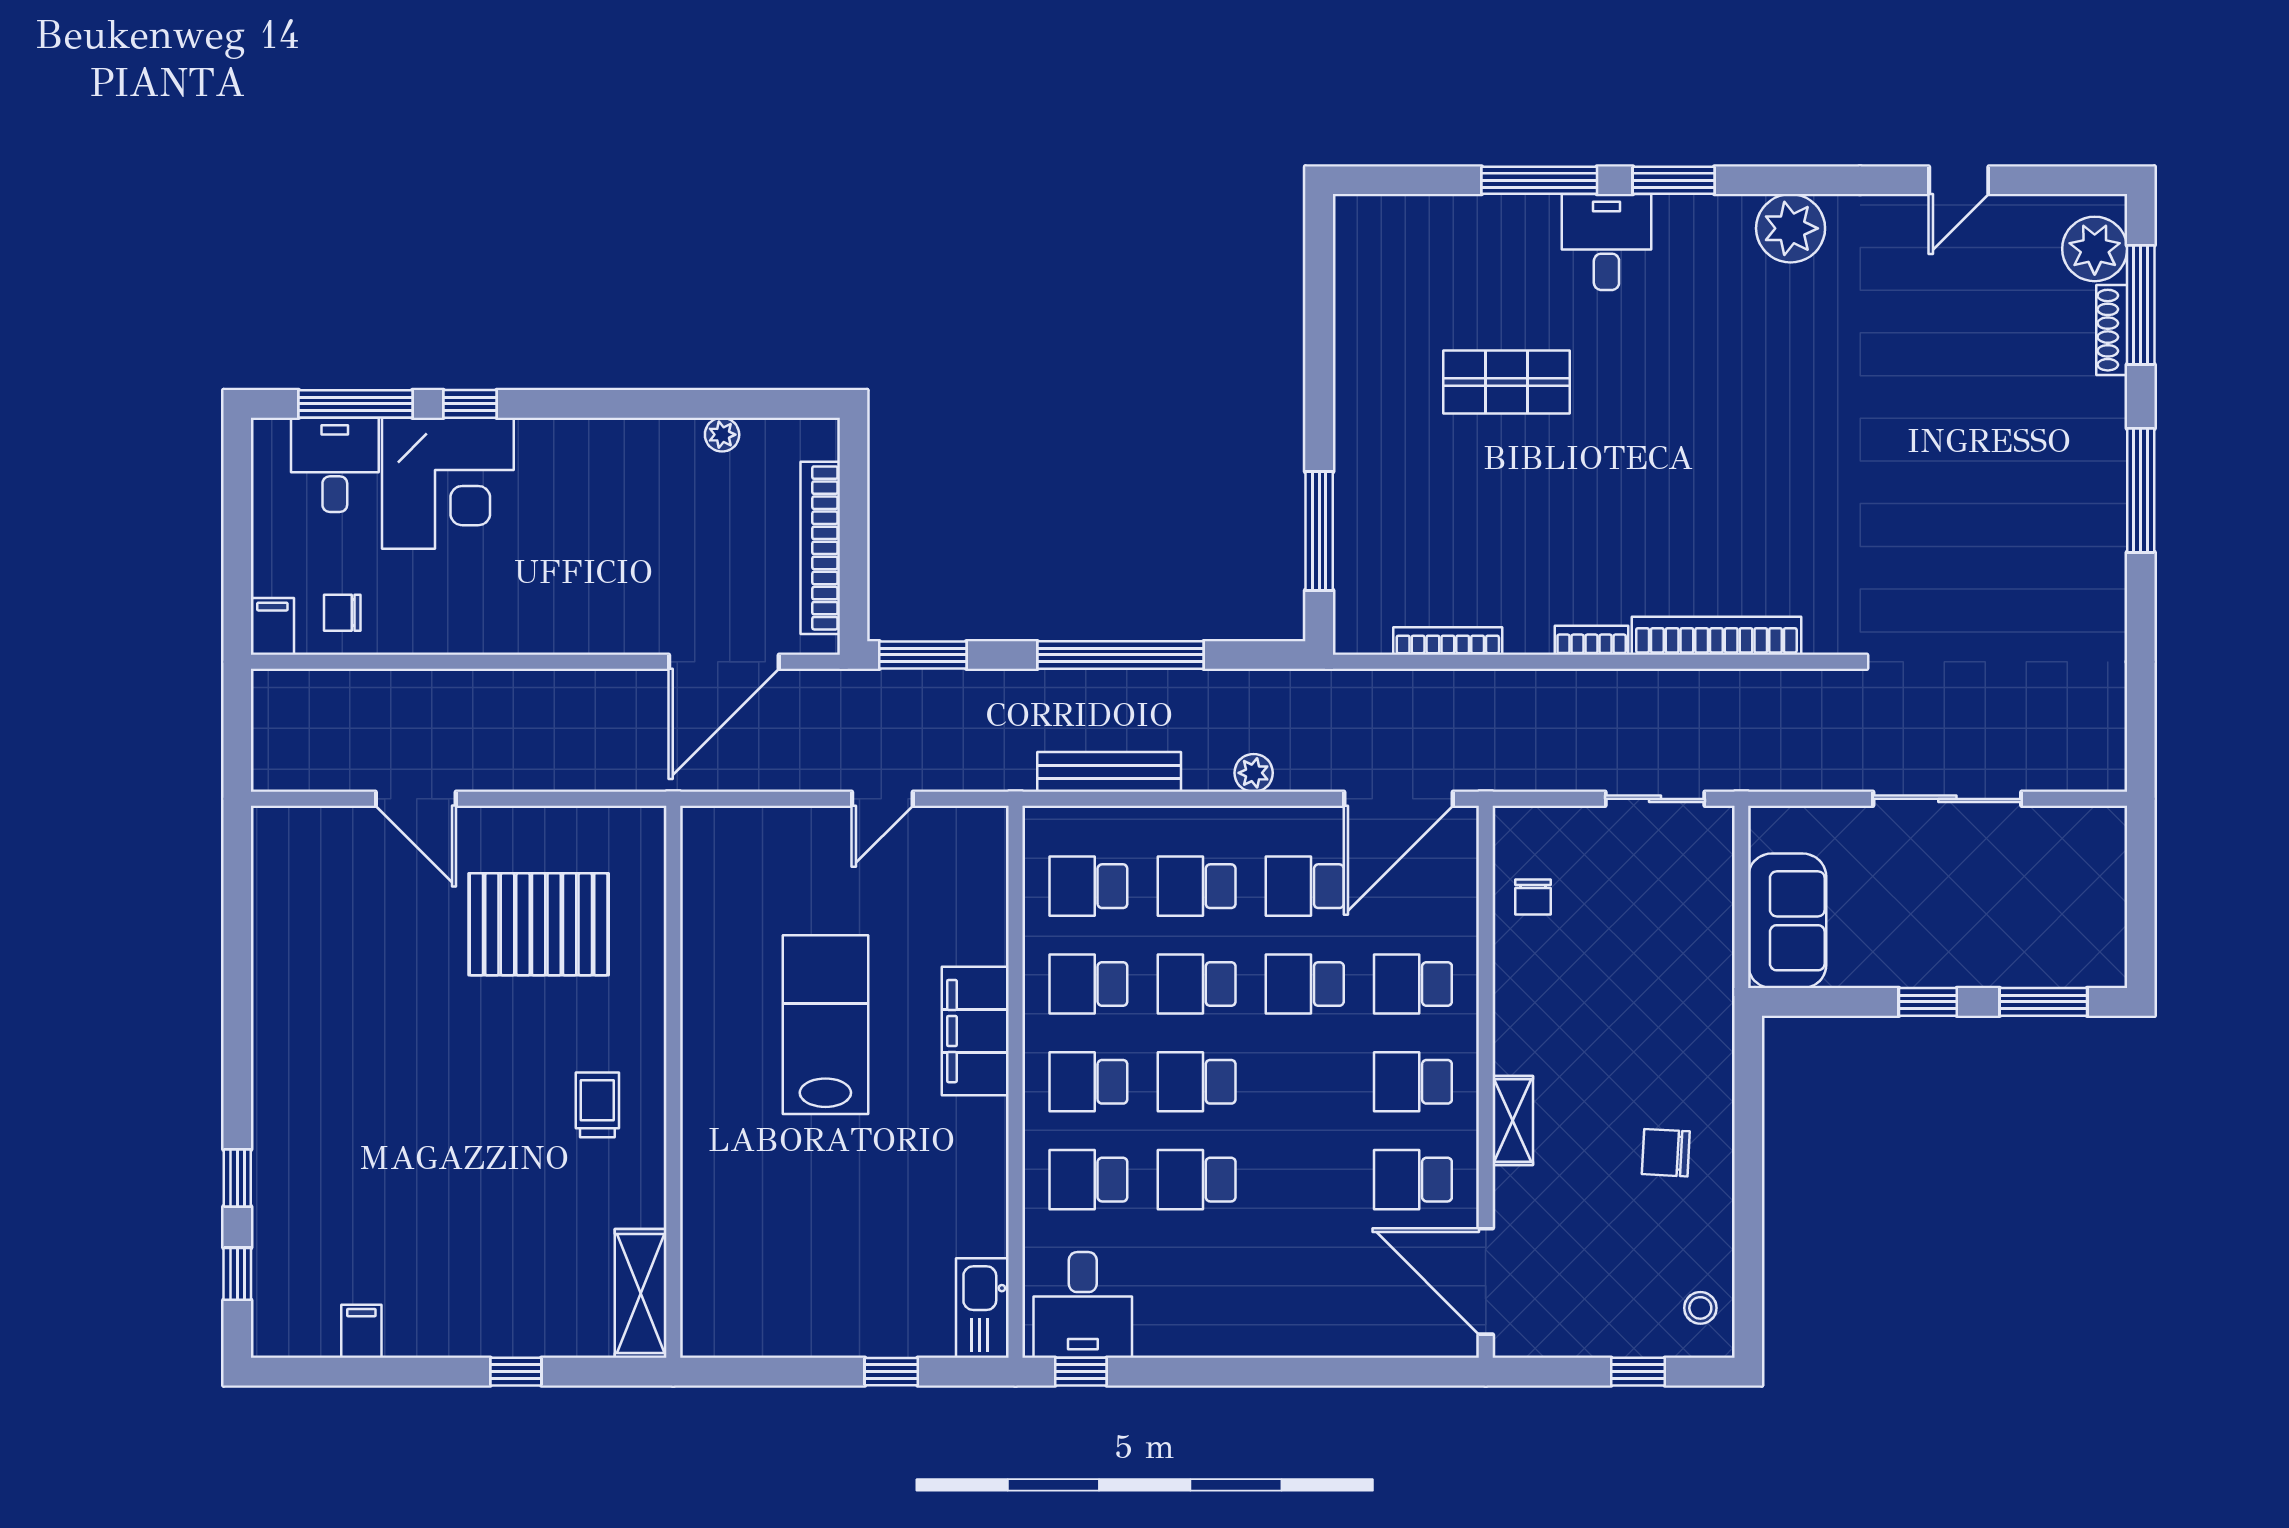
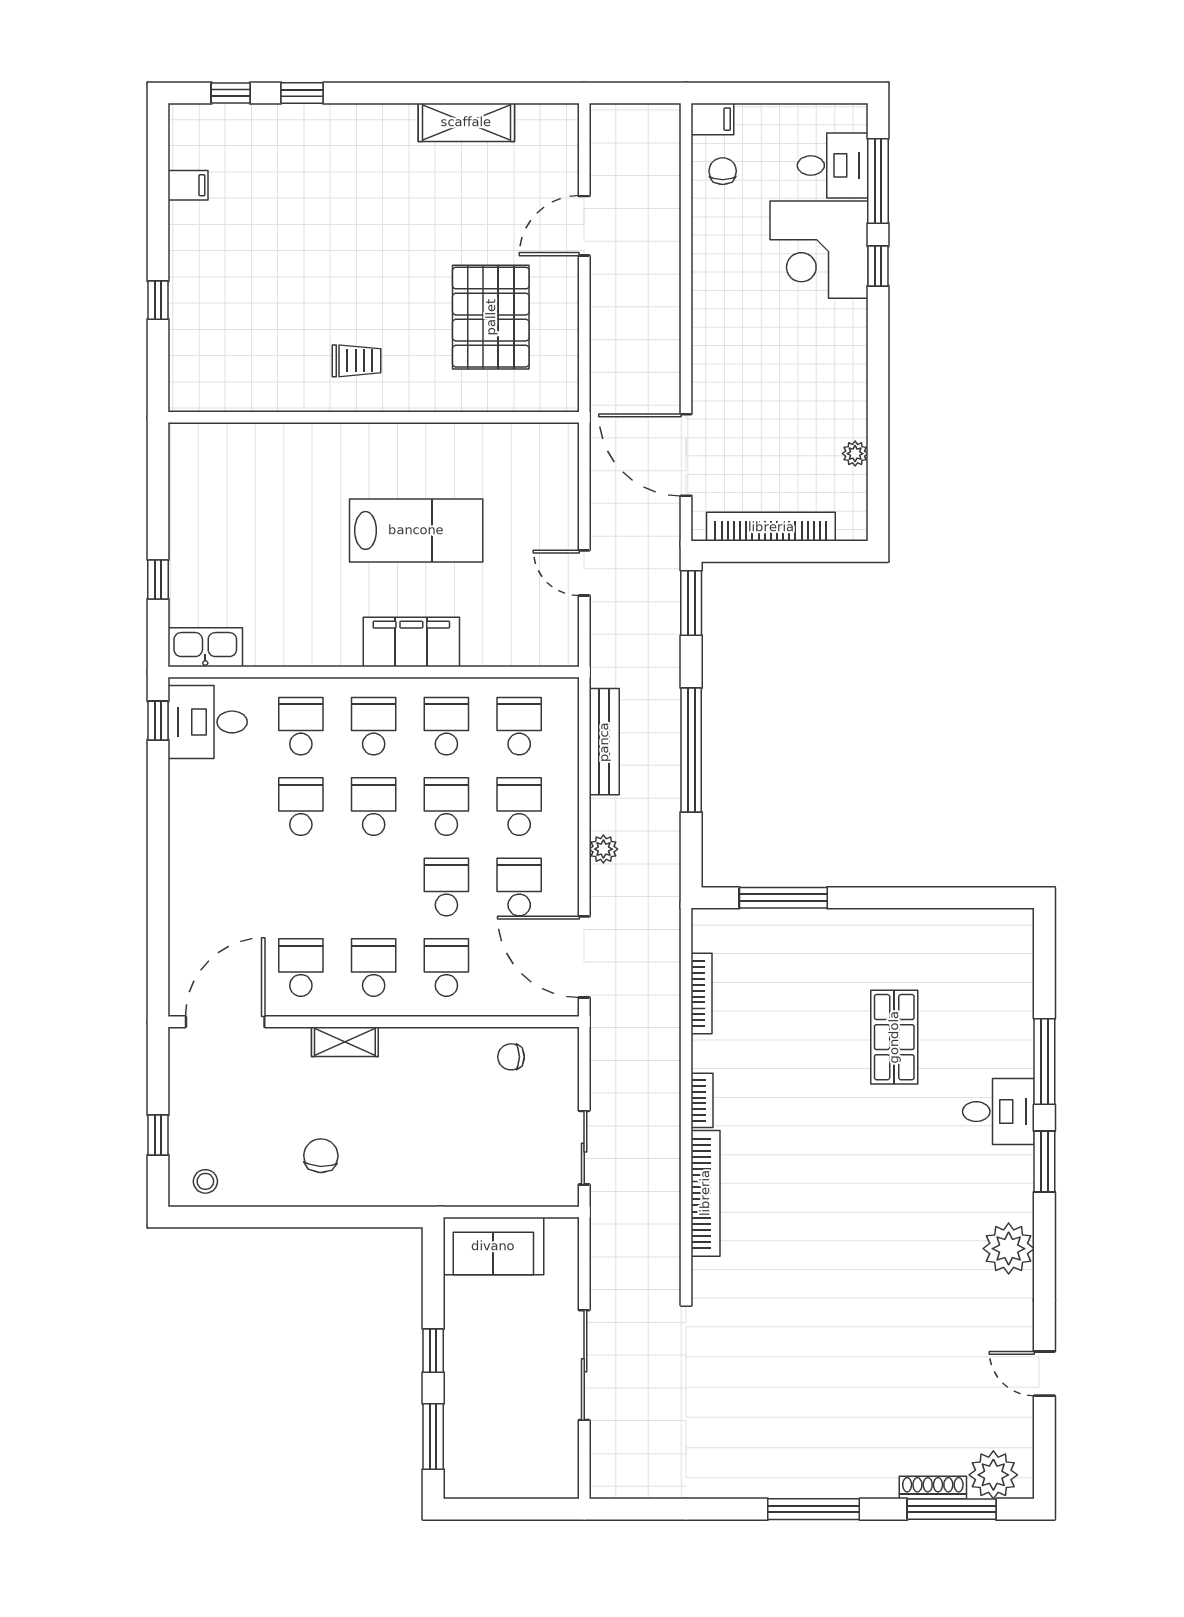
shelving: (641, 1293) -> (466, 122), moved

